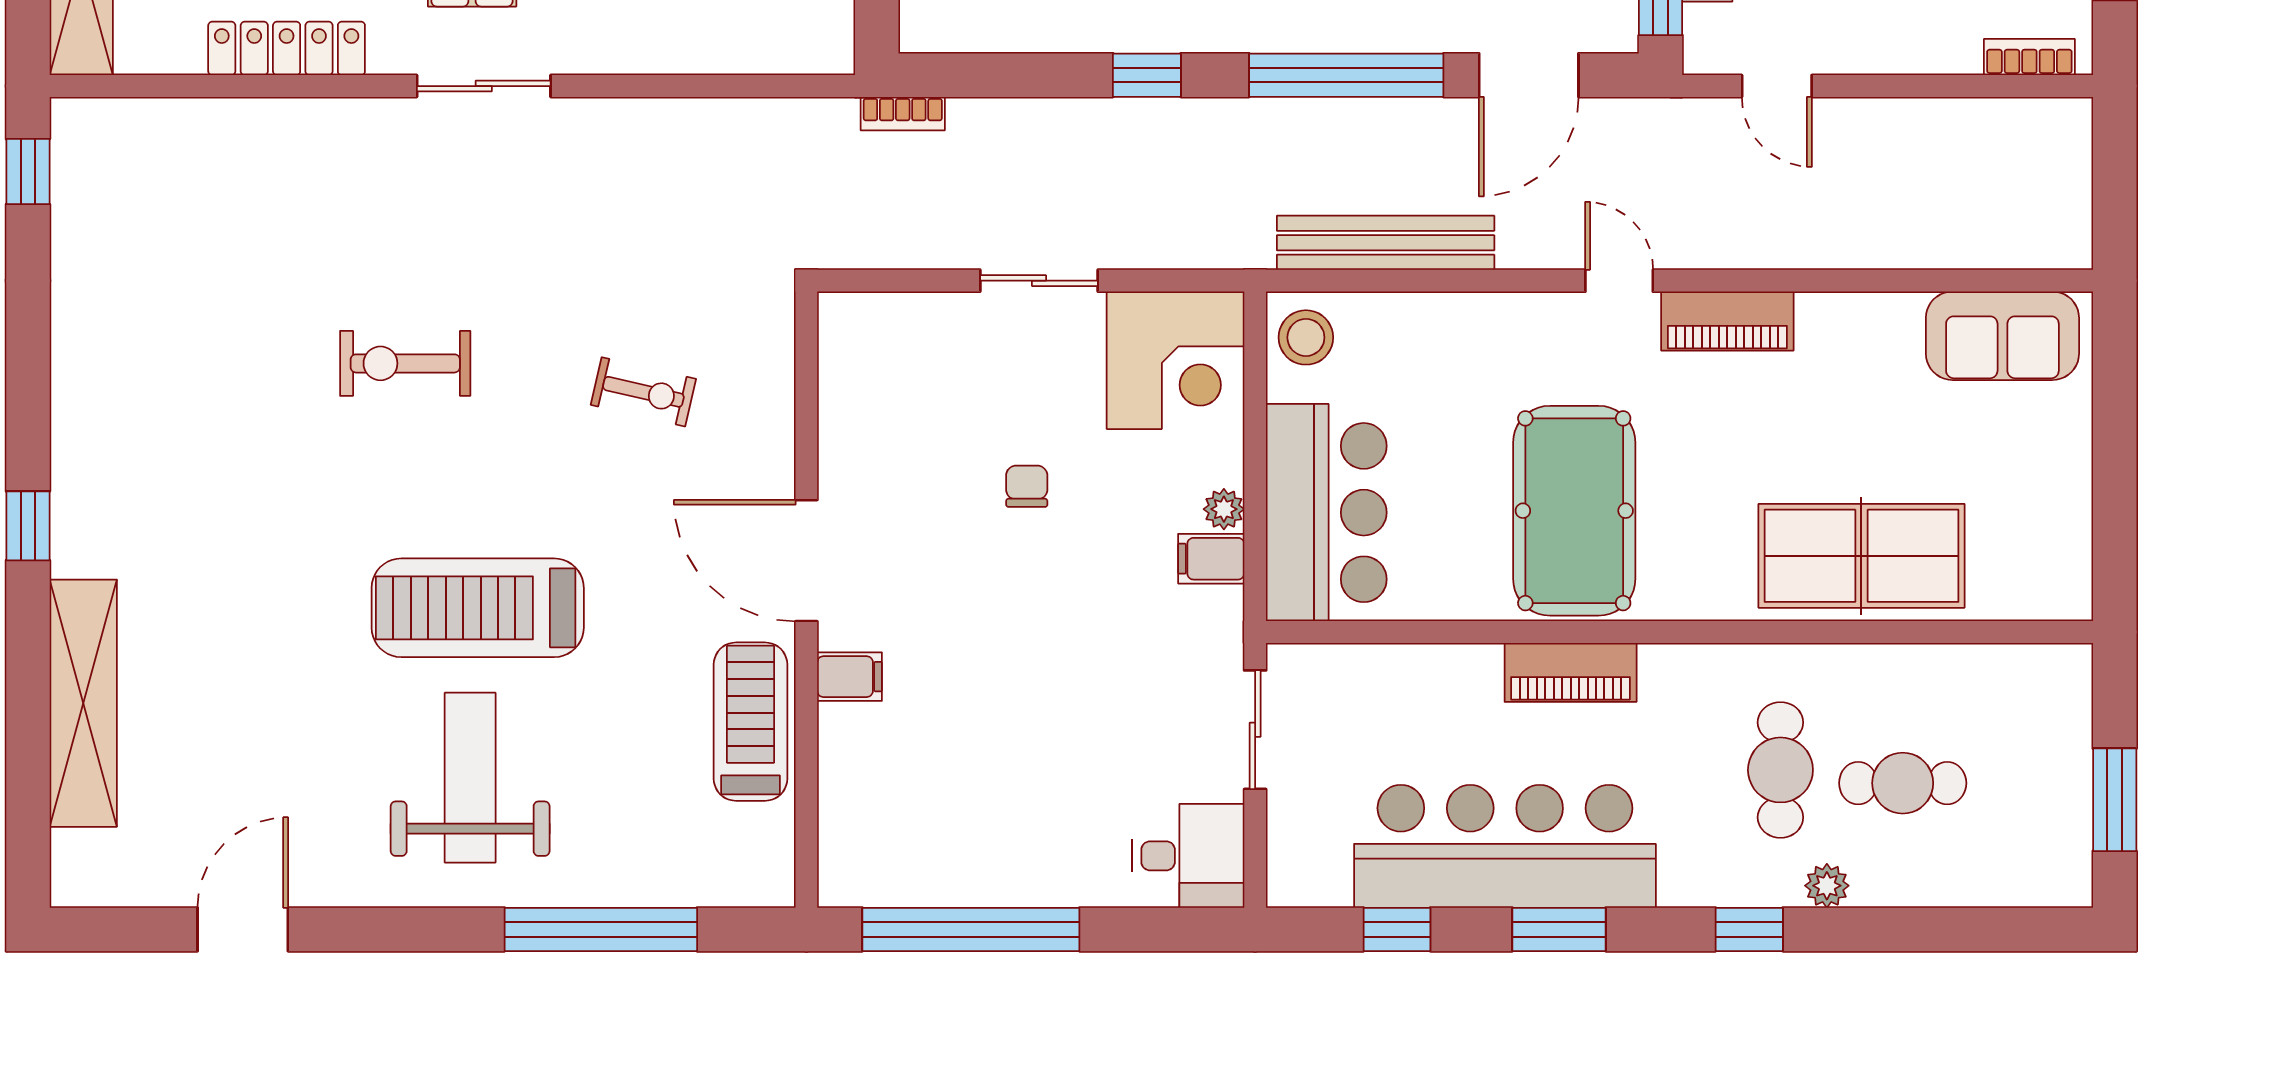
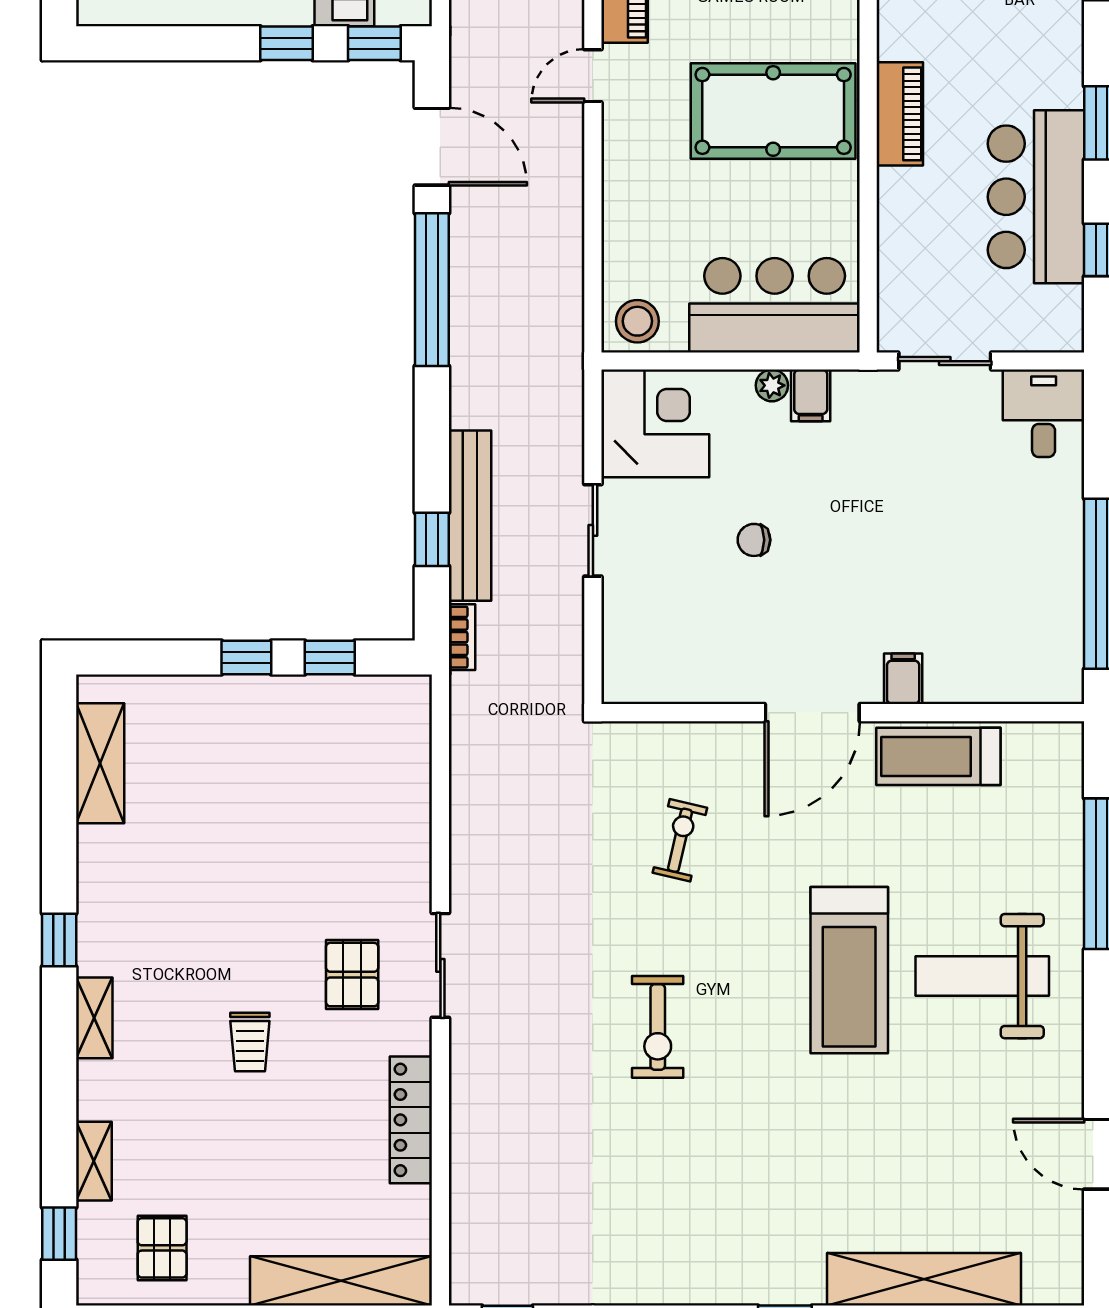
window: (1147, 75) -> (432, 539), moved
bench: (1386, 243) -> (470, 516), moved
bar counter: (1505, 846) -> (1036, 197), width x0.73

